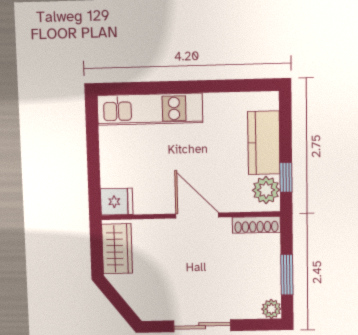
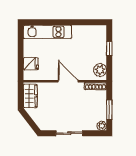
kitchen counter: (264, 143) -> (99, 48), removed
window: (286, 177) -> (109, 49), moved
fridge: (117, 202) -> (31, 64), moved

